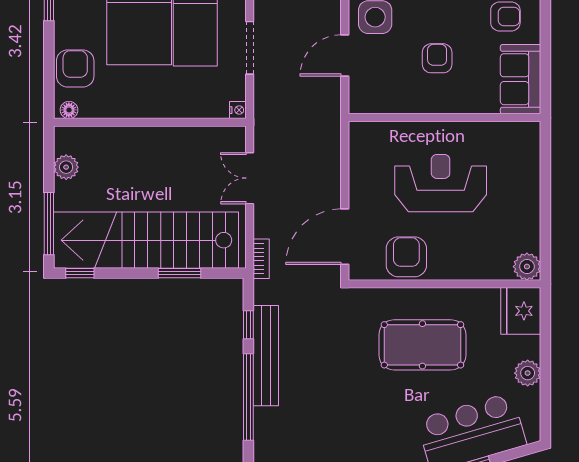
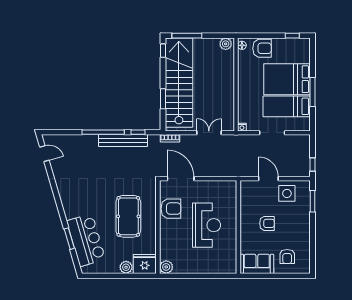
plant: (66, 167) -> (226, 44), moved
plant: (528, 373) -> (126, 267), moved

